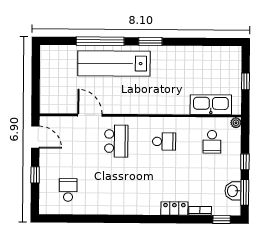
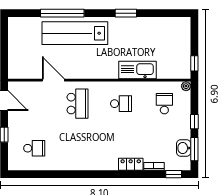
window: (150, 42) -> (126, 13), moved
window: (246, 81) -> (194, 63), moved
kitchen sink: (211, 105) -> (138, 70), moved
school desk: (212, 142) -> (164, 104), turned 180
school desk: (68, 190) -> (34, 148), turned 90

